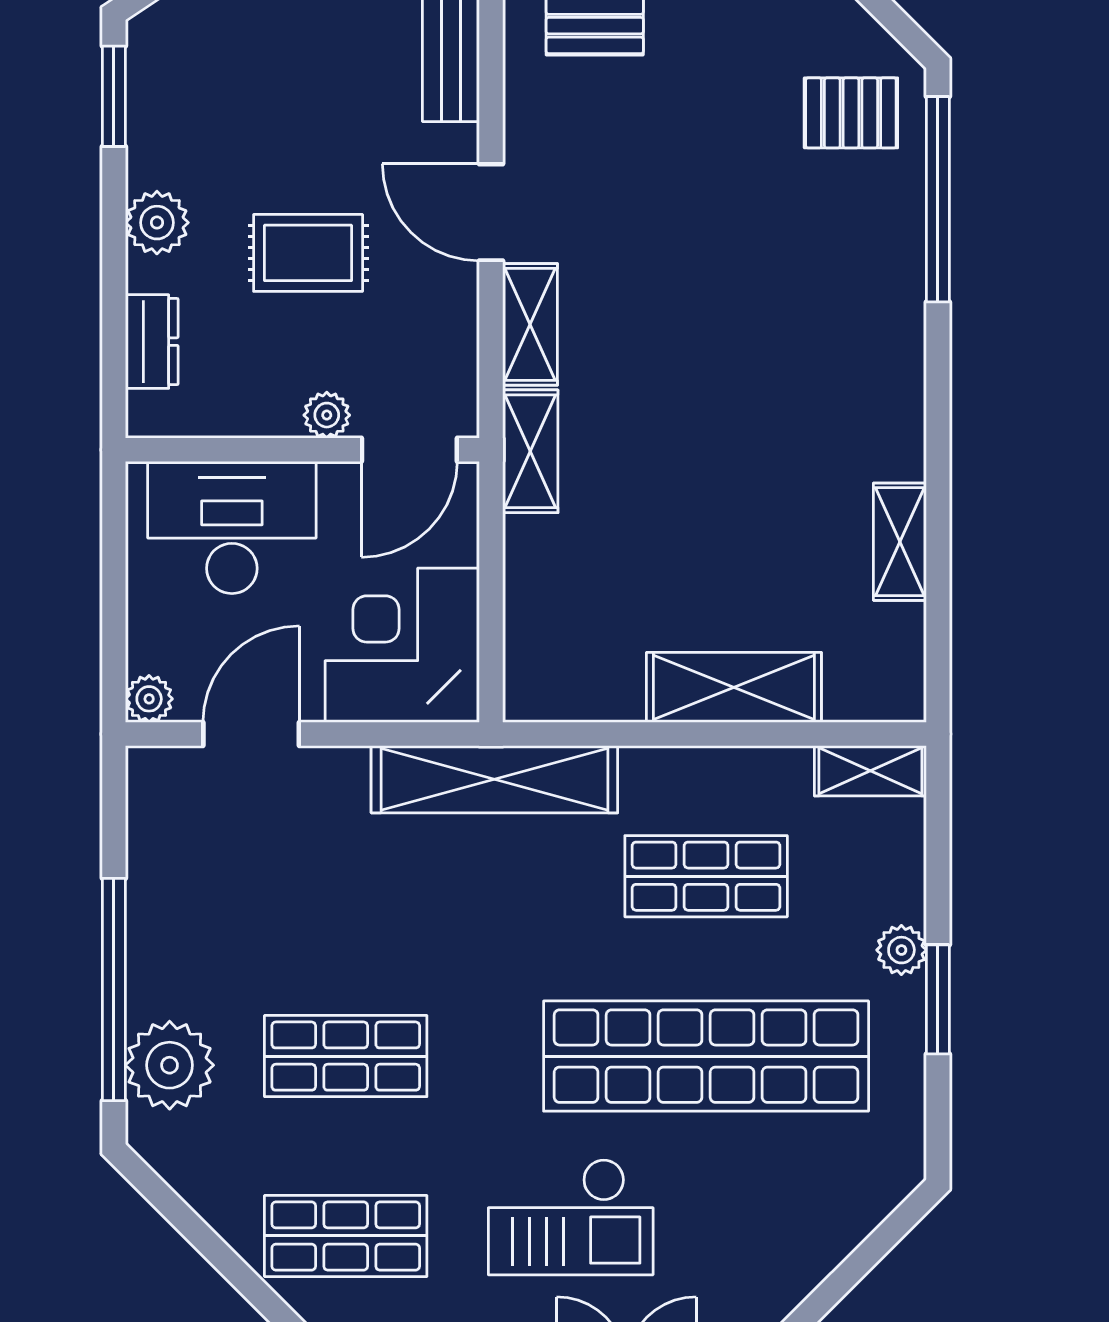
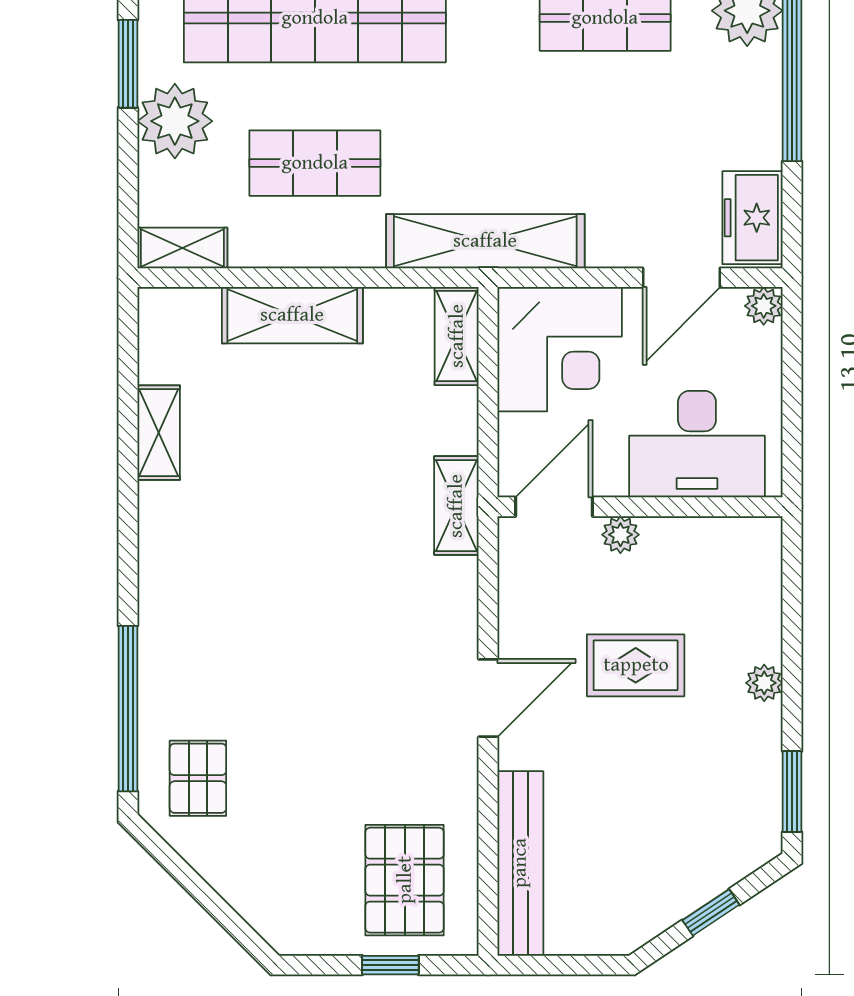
pallet: (851, 113) -> (198, 778), turned 90
door: (491, 212) -> (488, 698), hinge flipped
plant: (157, 223) -> (764, 683), width x0.73, depth x0.73
shelving: (530, 324) -> (457, 336), moved
dresser: (152, 342) -> (761, 594), removed
freezer: (163, 808) -> (752, 218), added
plant: (901, 950) -> (175, 121), width x1.88, depth x1.88

